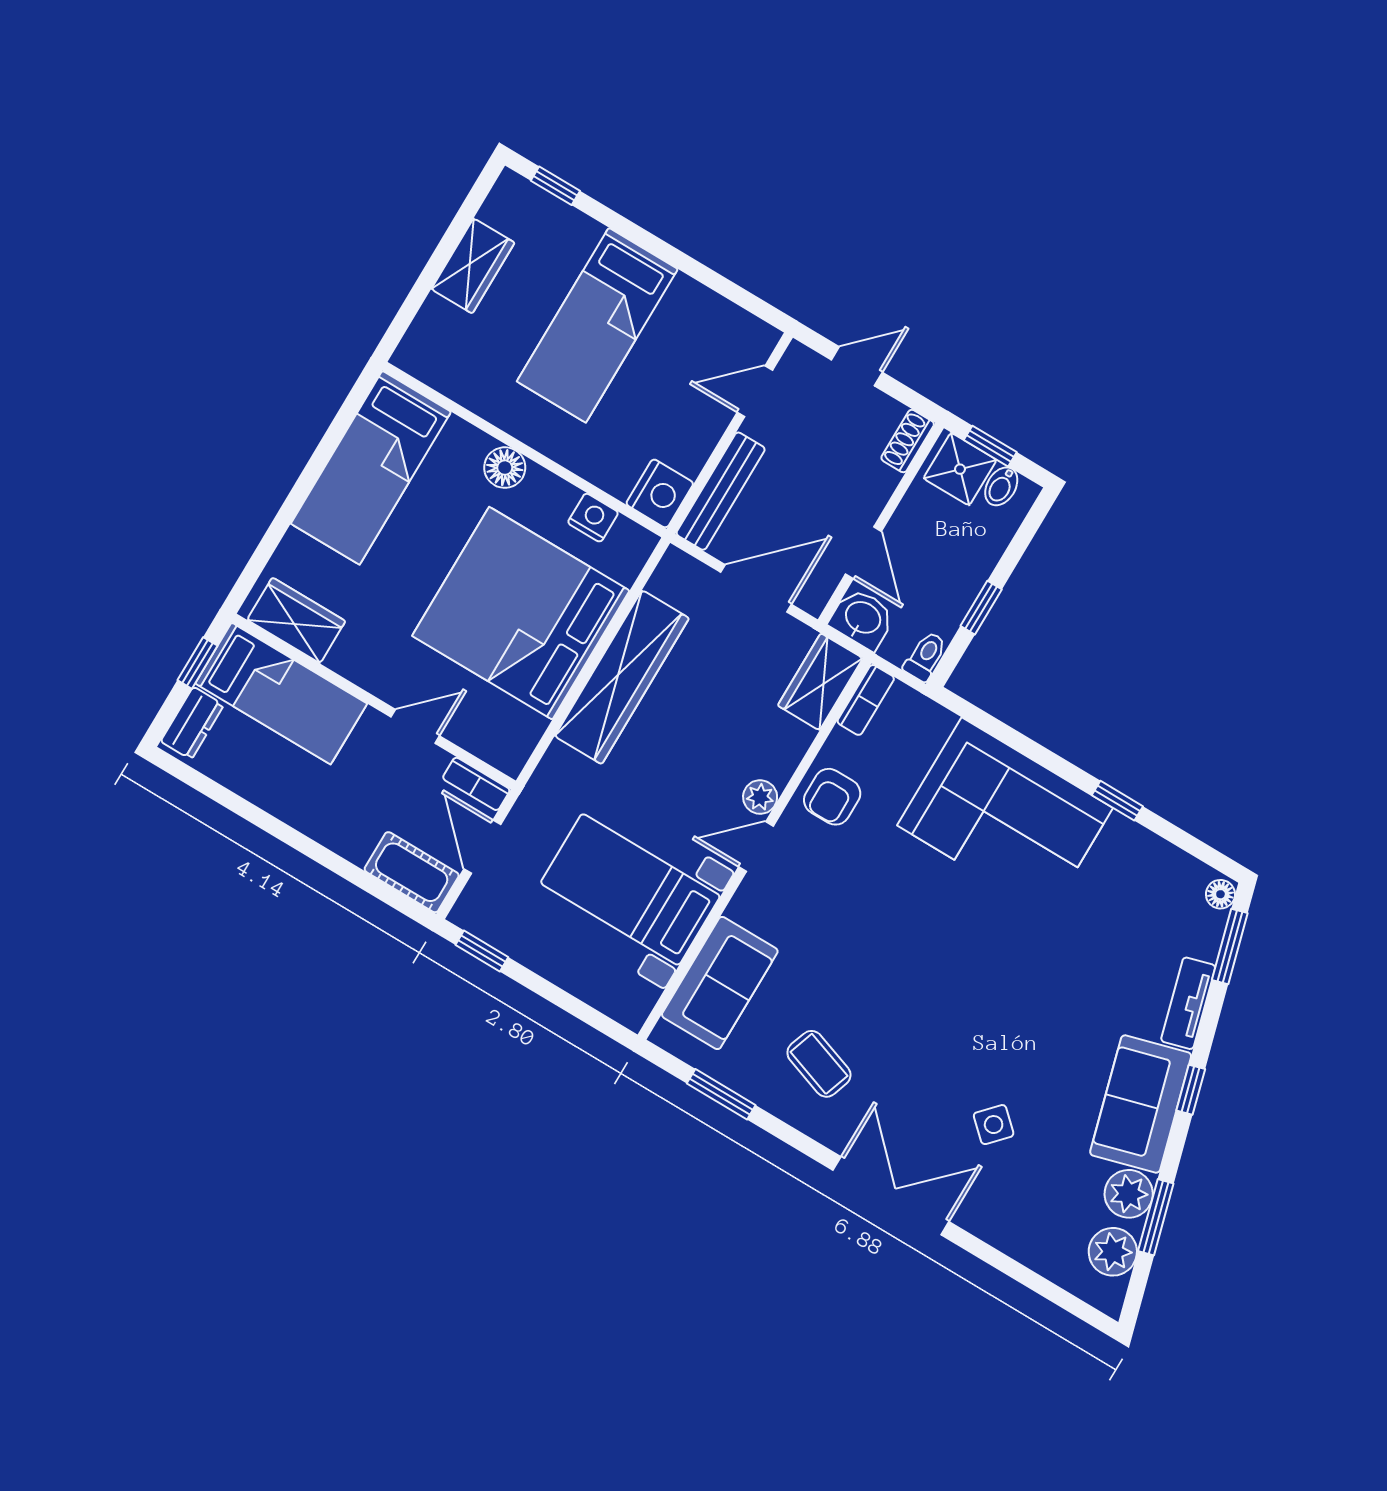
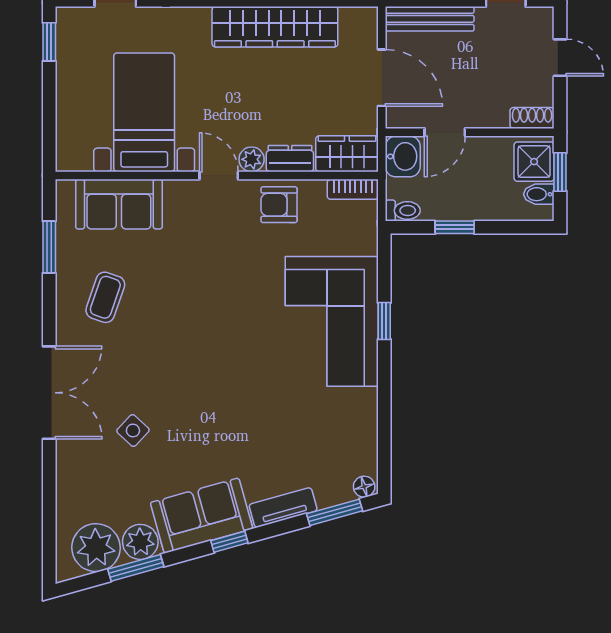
dresser: (786, 752) -> (290, 159), added
window: (1117, 801) -> (384, 321), moved
plant: (1113, 1252) -> (96, 548), width x1.36, depth x1.36

